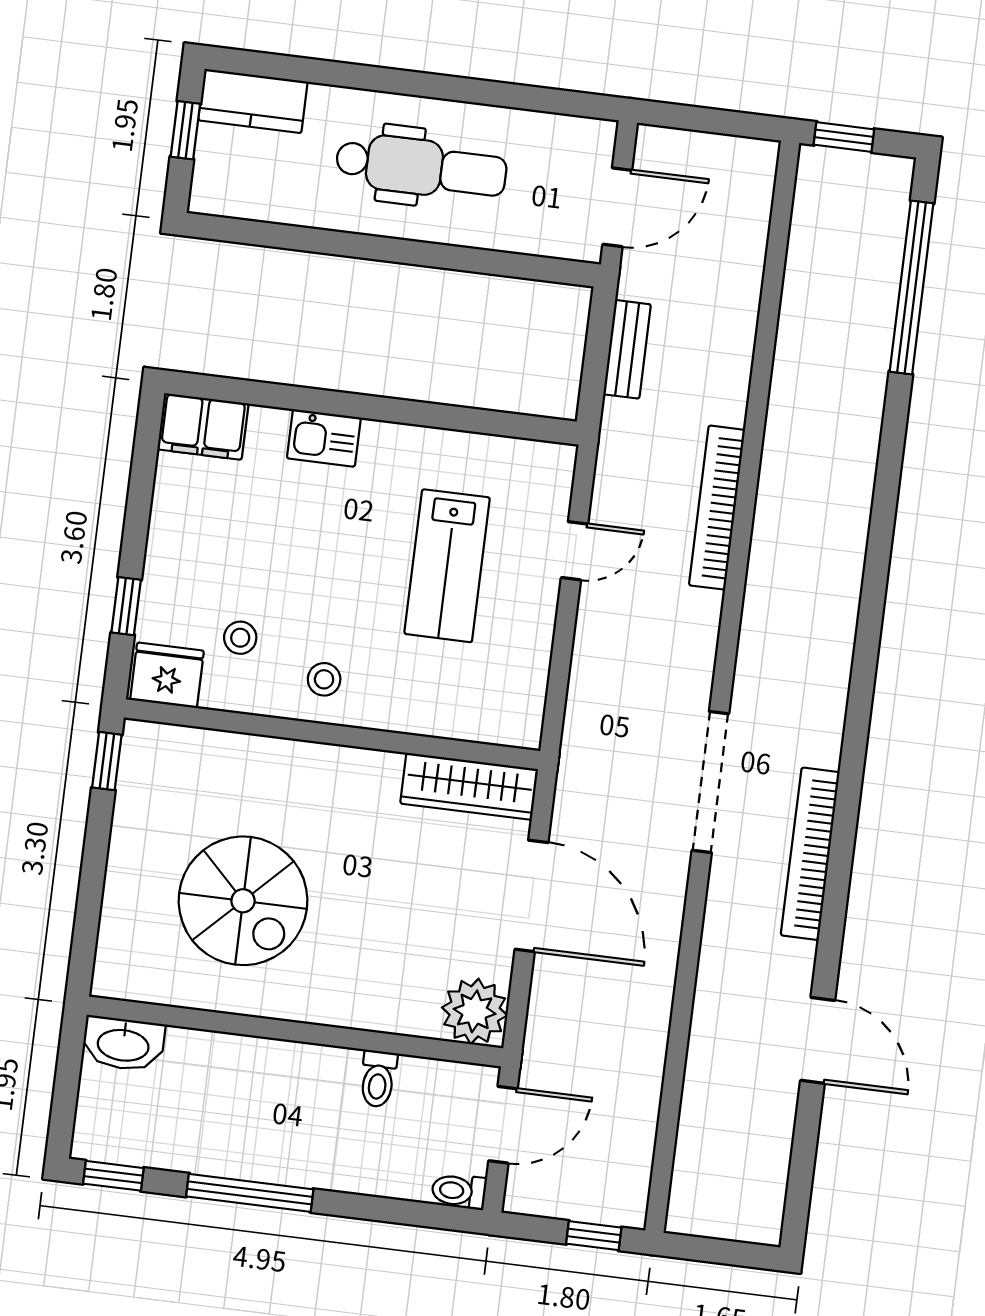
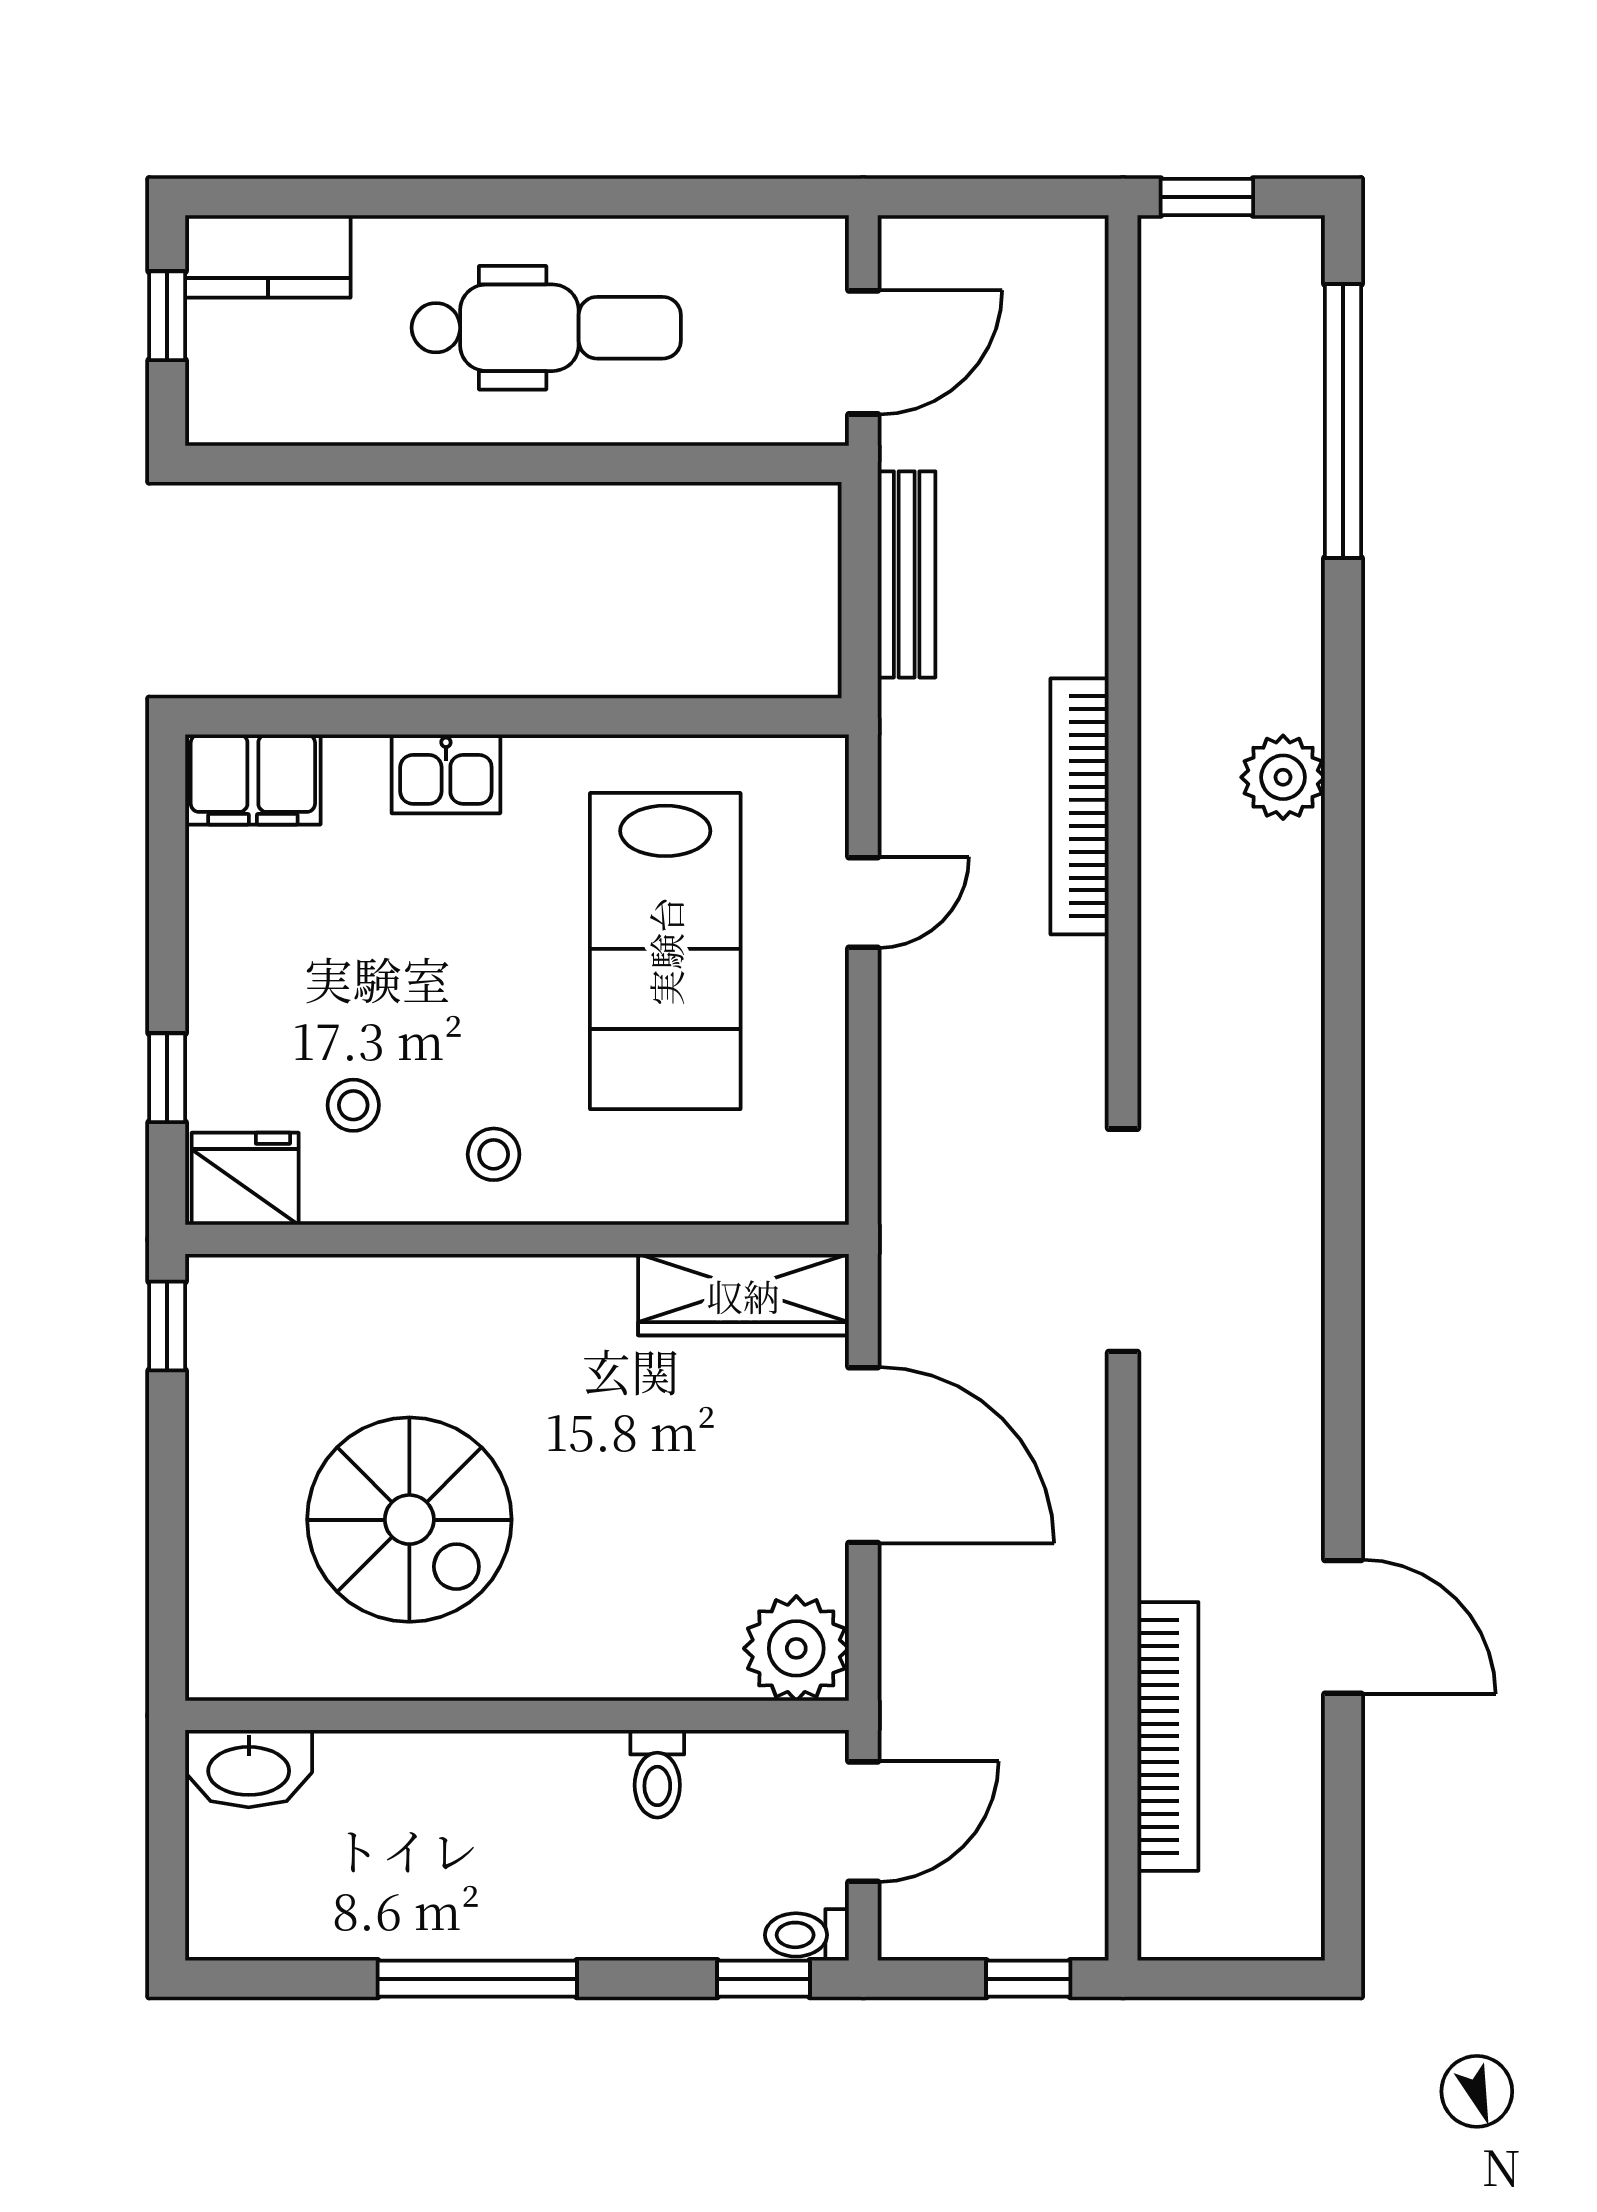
bench: (627, 349) -> (907, 574), width x1.36
plant: (846, 505) -> (1283, 777), added
lab bench: (447, 566) -> (665, 951), width x1.36, depth x1.39
bookcase: (810, 854) -> (1168, 1736), moved, turned 180
window: (113, 1176) -> (763, 1979), moved

